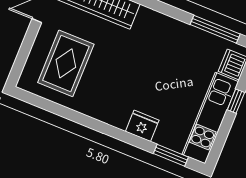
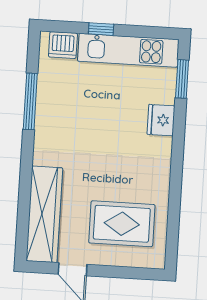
window: (215, 29) -> (30, 101), moved

